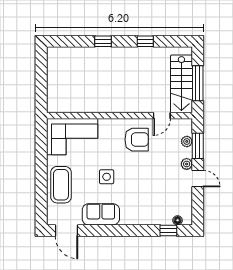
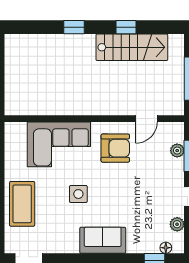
stairs: (181, 84) -> (132, 47), moved, turned -90
corner sofa: (72, 137) -> (59, 144), moved
plant: (187, 164) -> (177, 224), moved
sofa: (101, 214) -> (103, 240), moved

